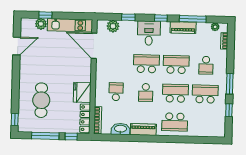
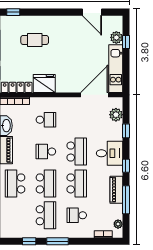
cafe table: (41, 100) -> (35, 40), width x0.73, depth x0.74

